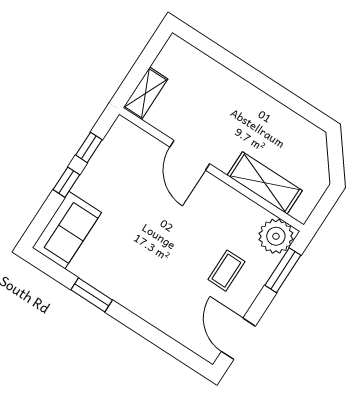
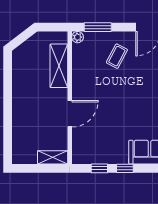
plant: (276, 236) -> (78, 37), width x0.53, depth x0.53
coffee table: (226, 271) -> (117, 56), turned -62

